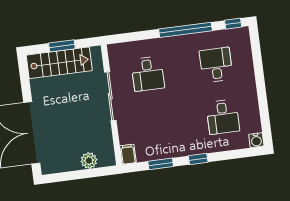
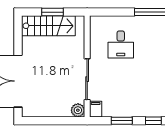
sliding door: (110, 96) -> (87, 79), moved
plant: (89, 161) -> (78, 110), moved

